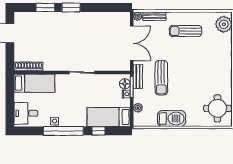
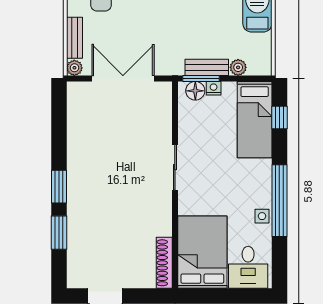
bench: (138, 77) -> (207, 67), moved
sun lounger: (161, 78) -> (185, 26), removed
bed: (34, 83) -> (202, 252), width x1.50
window: (98, 131) -> (279, 117), moved

